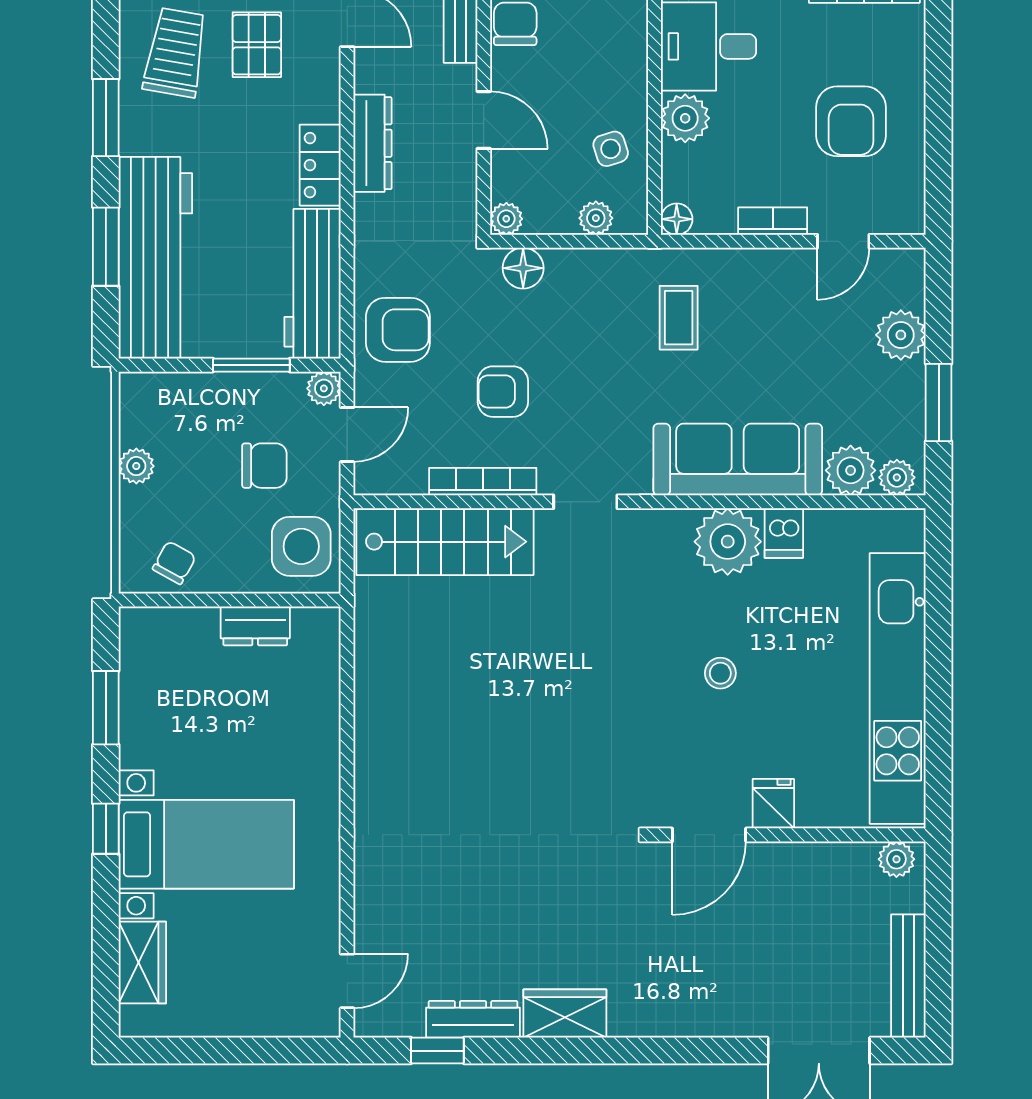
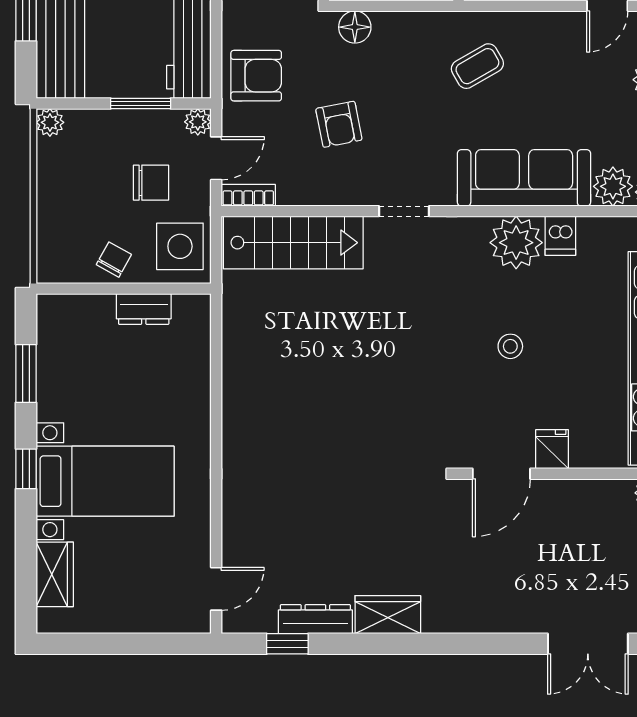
coffee table: (679, 318) -> (477, 66), turned 60
armchair: (503, 392) -> (339, 124), turned -101
plant: (136, 466) -> (50, 122), moved
bookcase: (483, 482) -> (248, 195), moved, width x0.64
chair: (174, 563) -> (114, 260), moved

